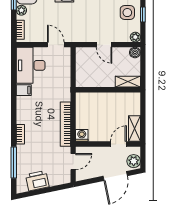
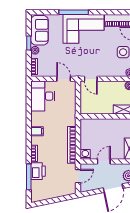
door: (104, 45) -> (91, 79), moved
filing cabinet: (24, 90) -> (37, 131), moved
door: (119, 144) -> (104, 161), moved
printer: (37, 181) -> (38, 171), moved, turned 102

